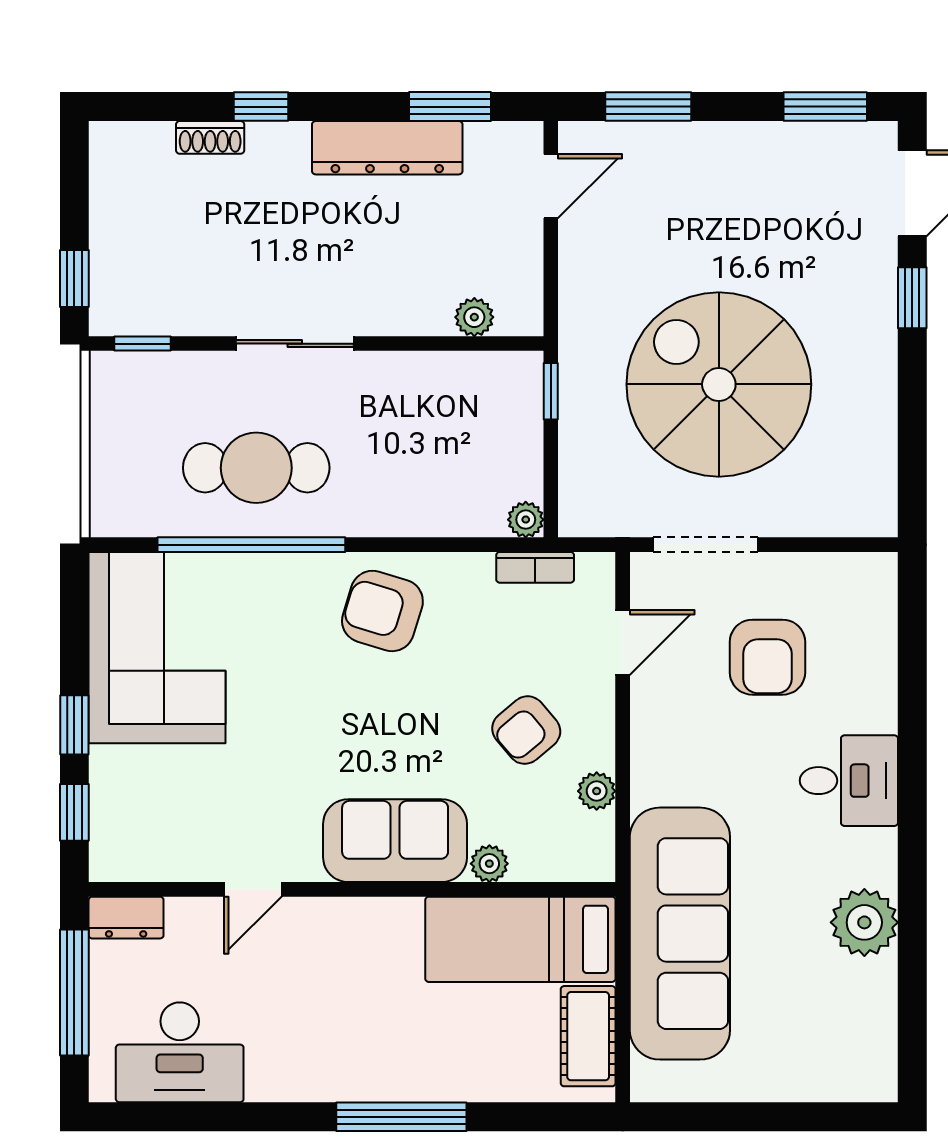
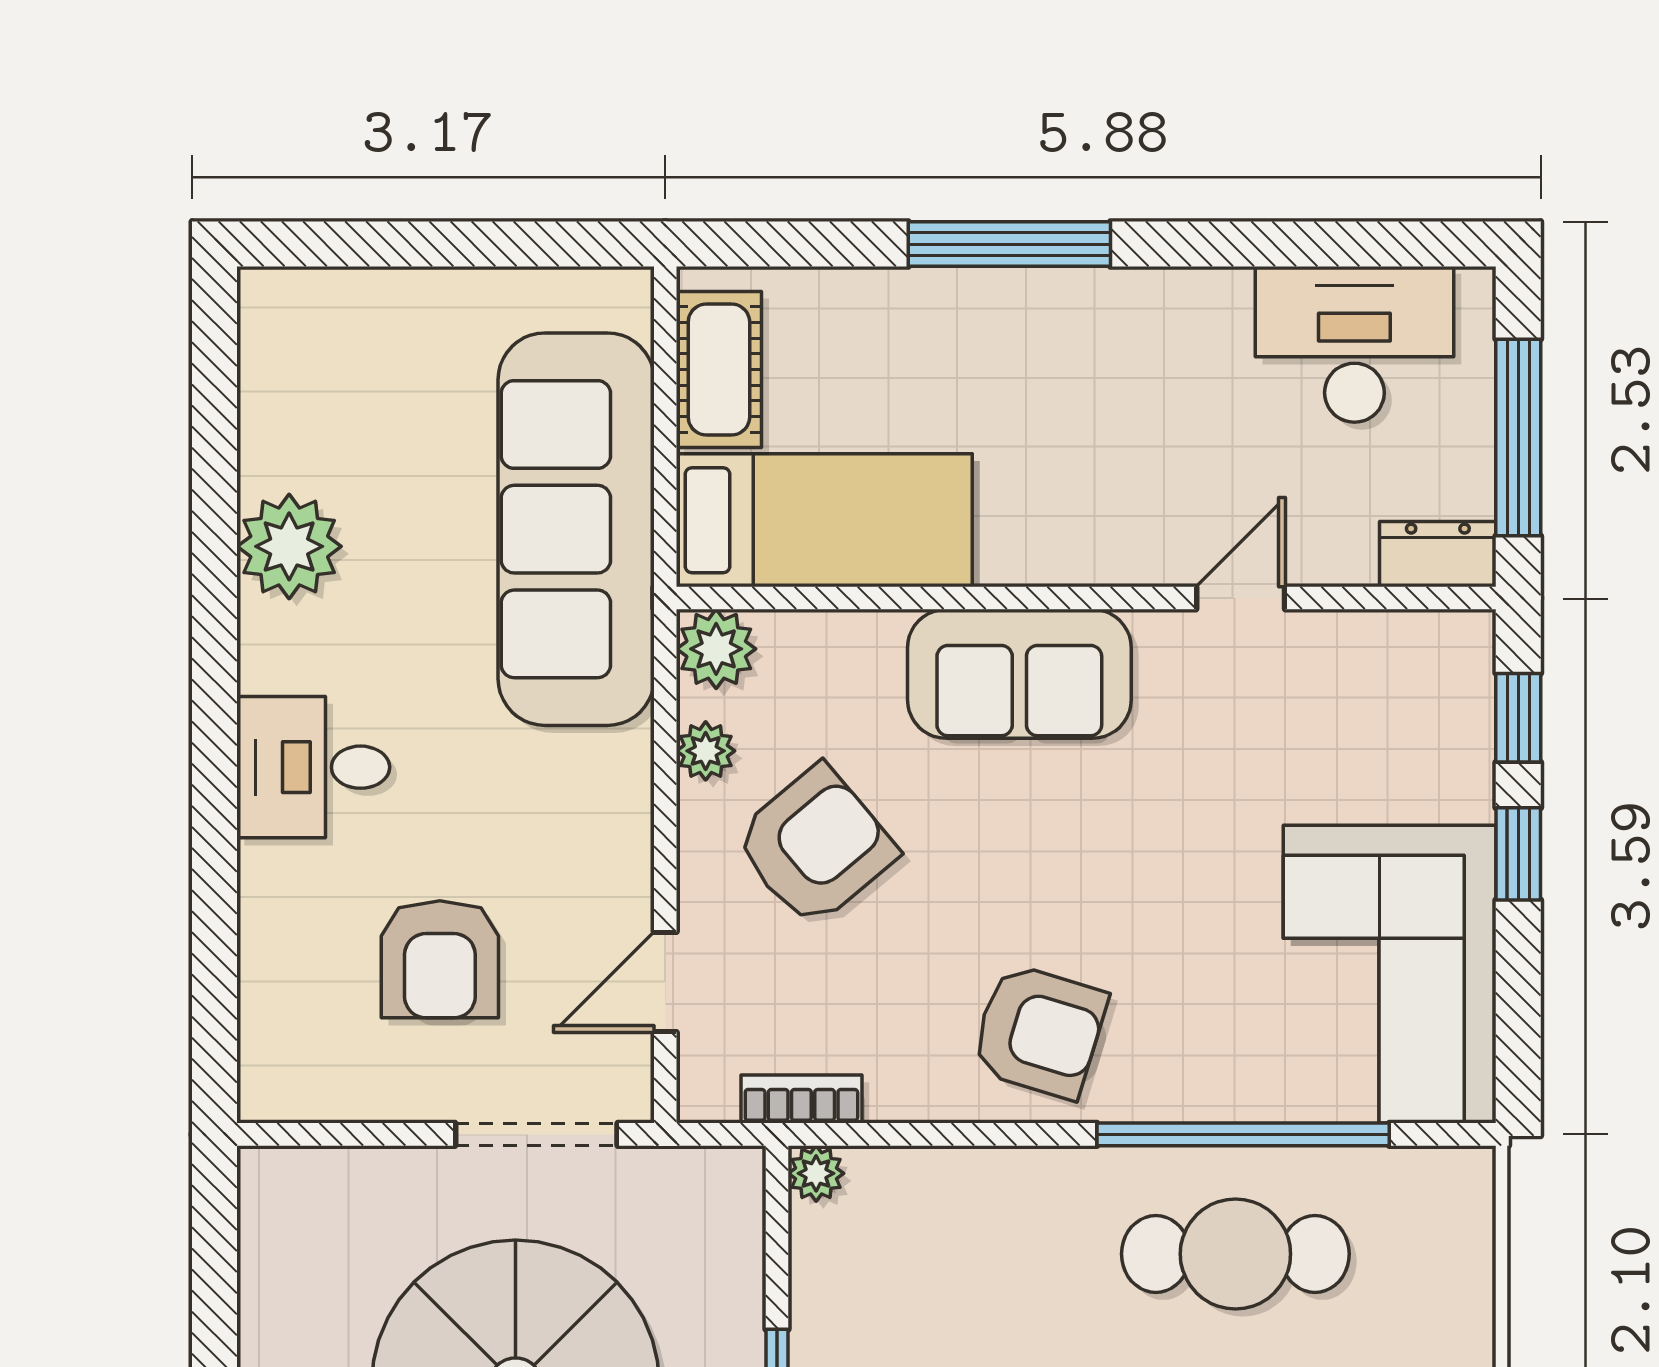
armchair: (767, 657) -> (440, 959), turned 180
armchair: (526, 730) -> (815, 846), width x1.38, depth x1.38
plant: (489, 864) -> (716, 649), moved, width x1.38, depth x1.38

